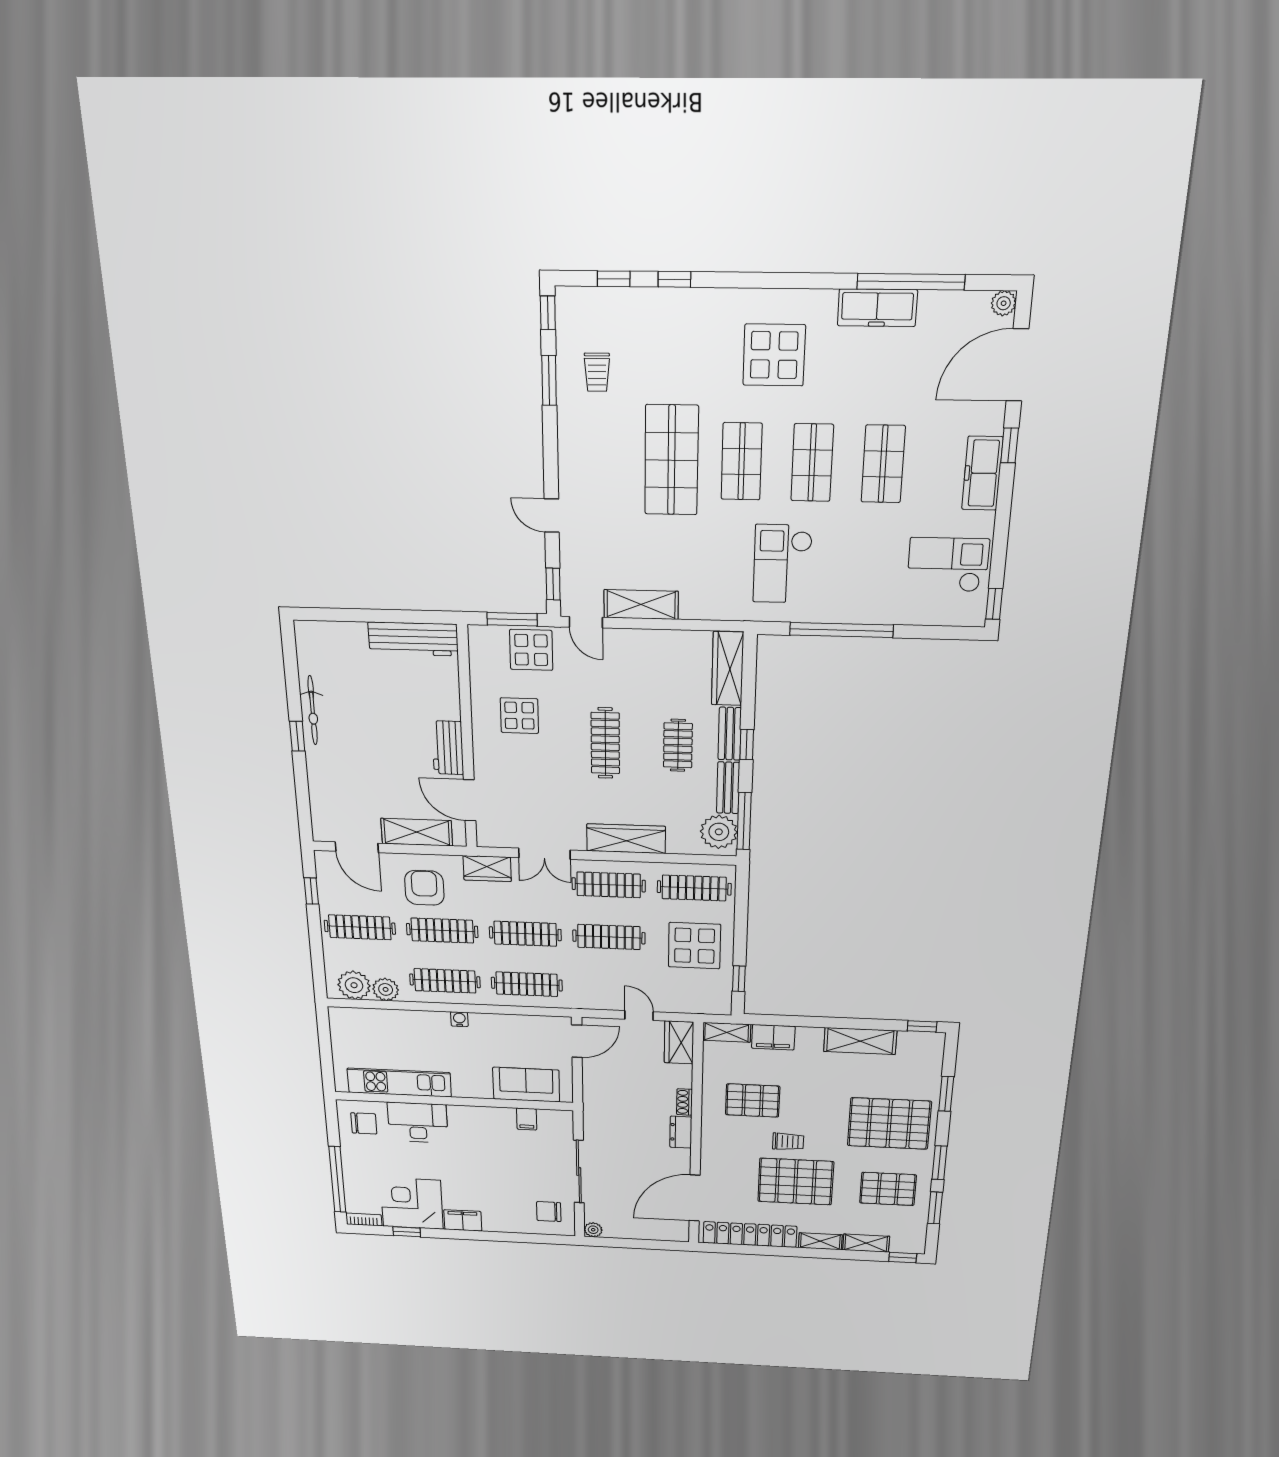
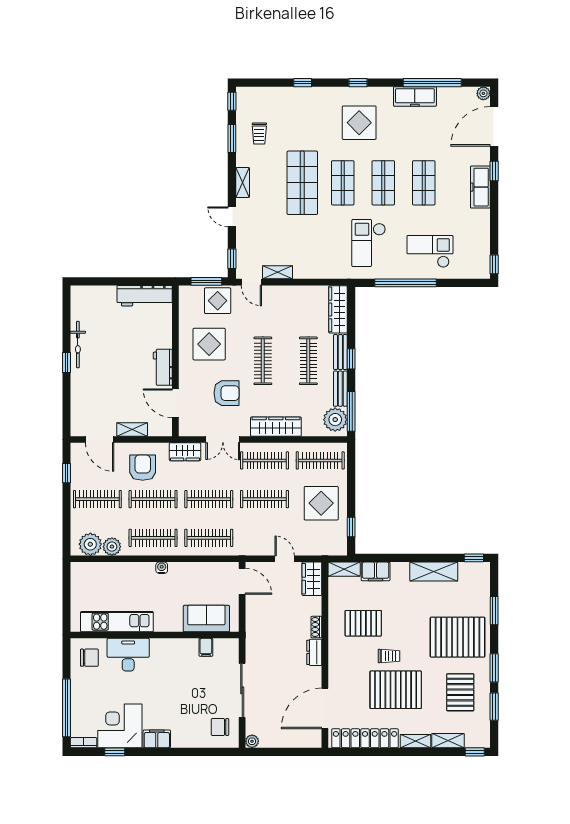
window: (614, 279) -> (358, 83), moved
shelving: (569, 458) -> (243, 182), added
checkout: (948, 565) -> (430, 251), moved
shelving: (641, 604) -> (278, 272), width x0.67, depth x0.75
display table: (519, 716) -> (209, 344), width x1.36, depth x1.36
clothes rail: (678, 745) -> (308, 361), width x1.36
armchair: (549, 788) -> (227, 393), added
shelving: (417, 832) -> (132, 429), width x0.67, depth x0.75
door: (577, 1041) -> (242, 581), hinge flipped
pallet: (888, 1189) -> (460, 692), turned 90

